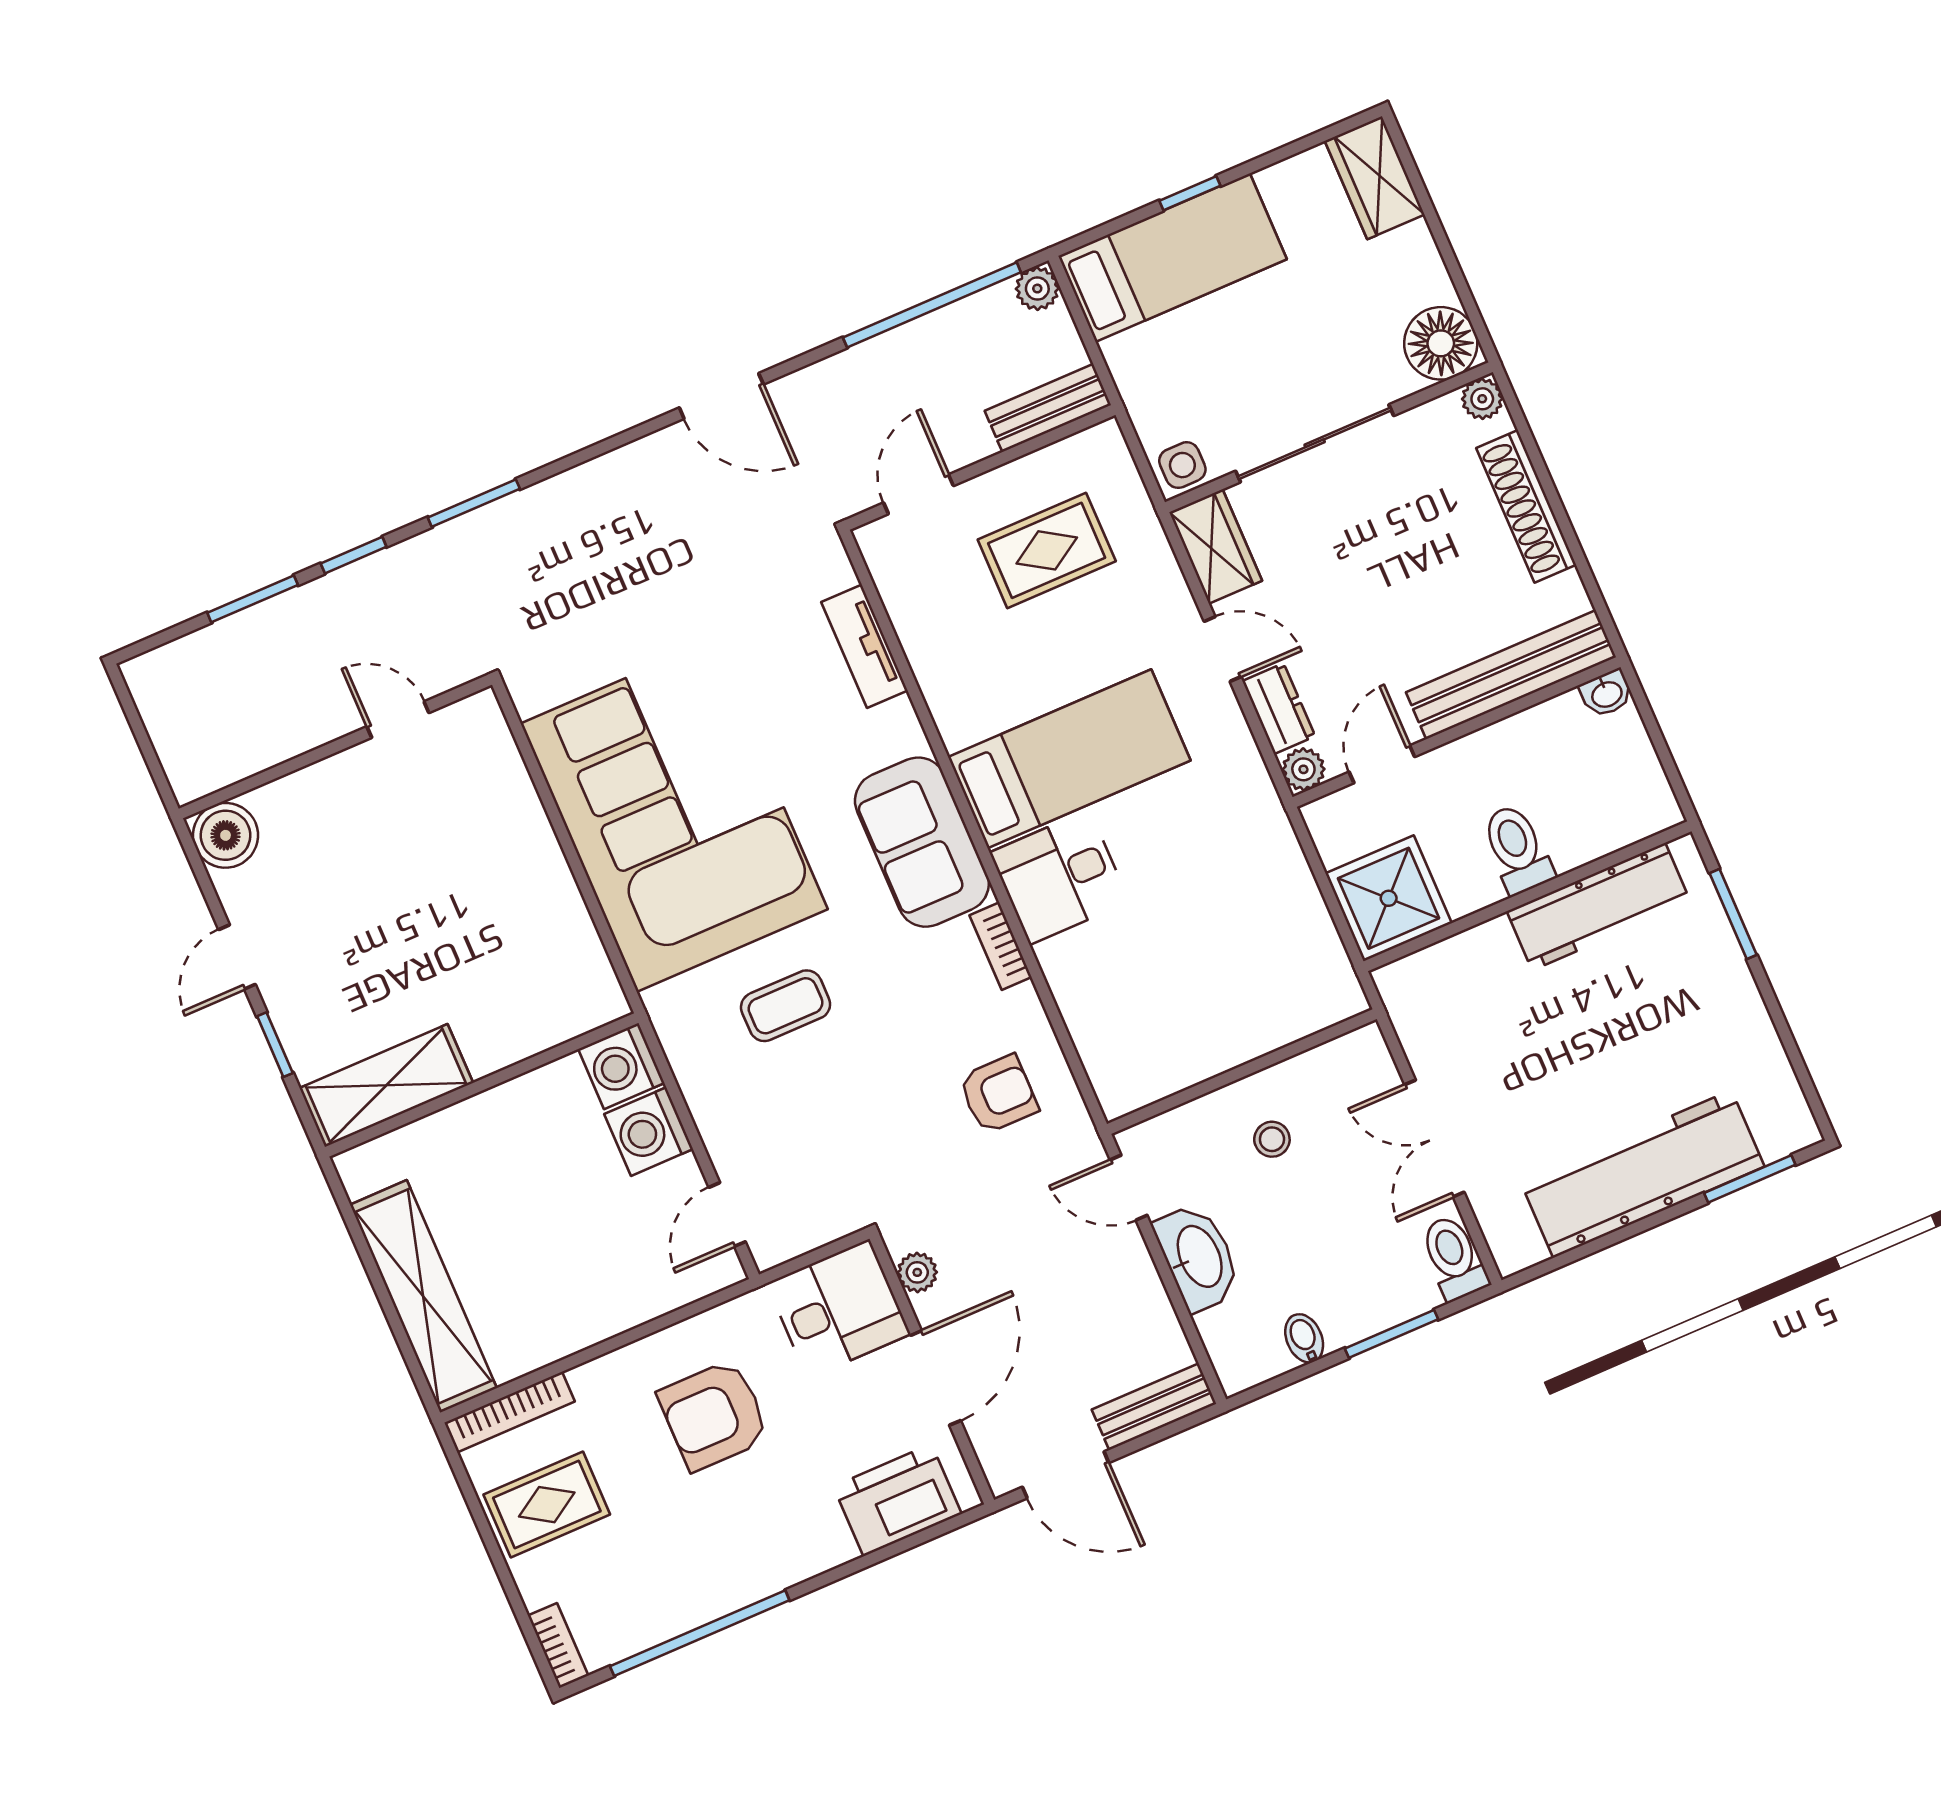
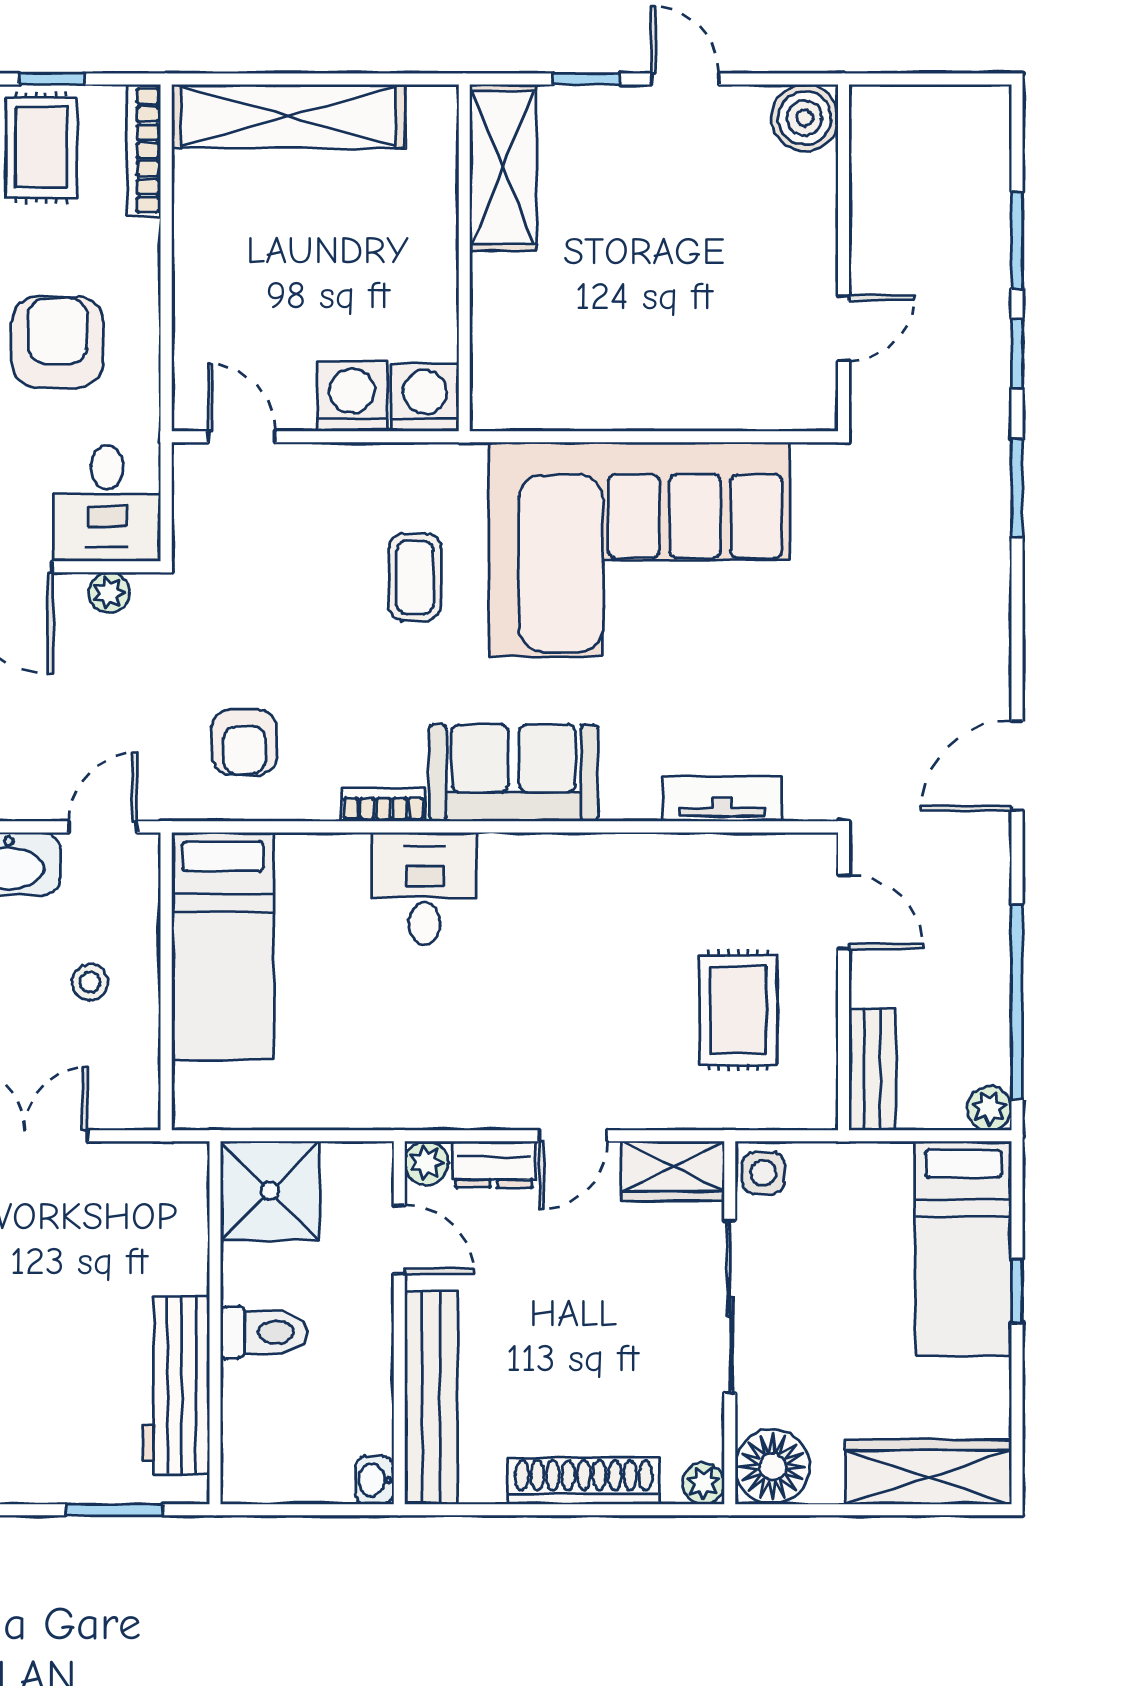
wardrobe: (1375, 178) -> (928, 1472), width x1.50
bed: (1069, 759) -> (223, 946), moved
window: (482, 1522) -> (51, 79), added

